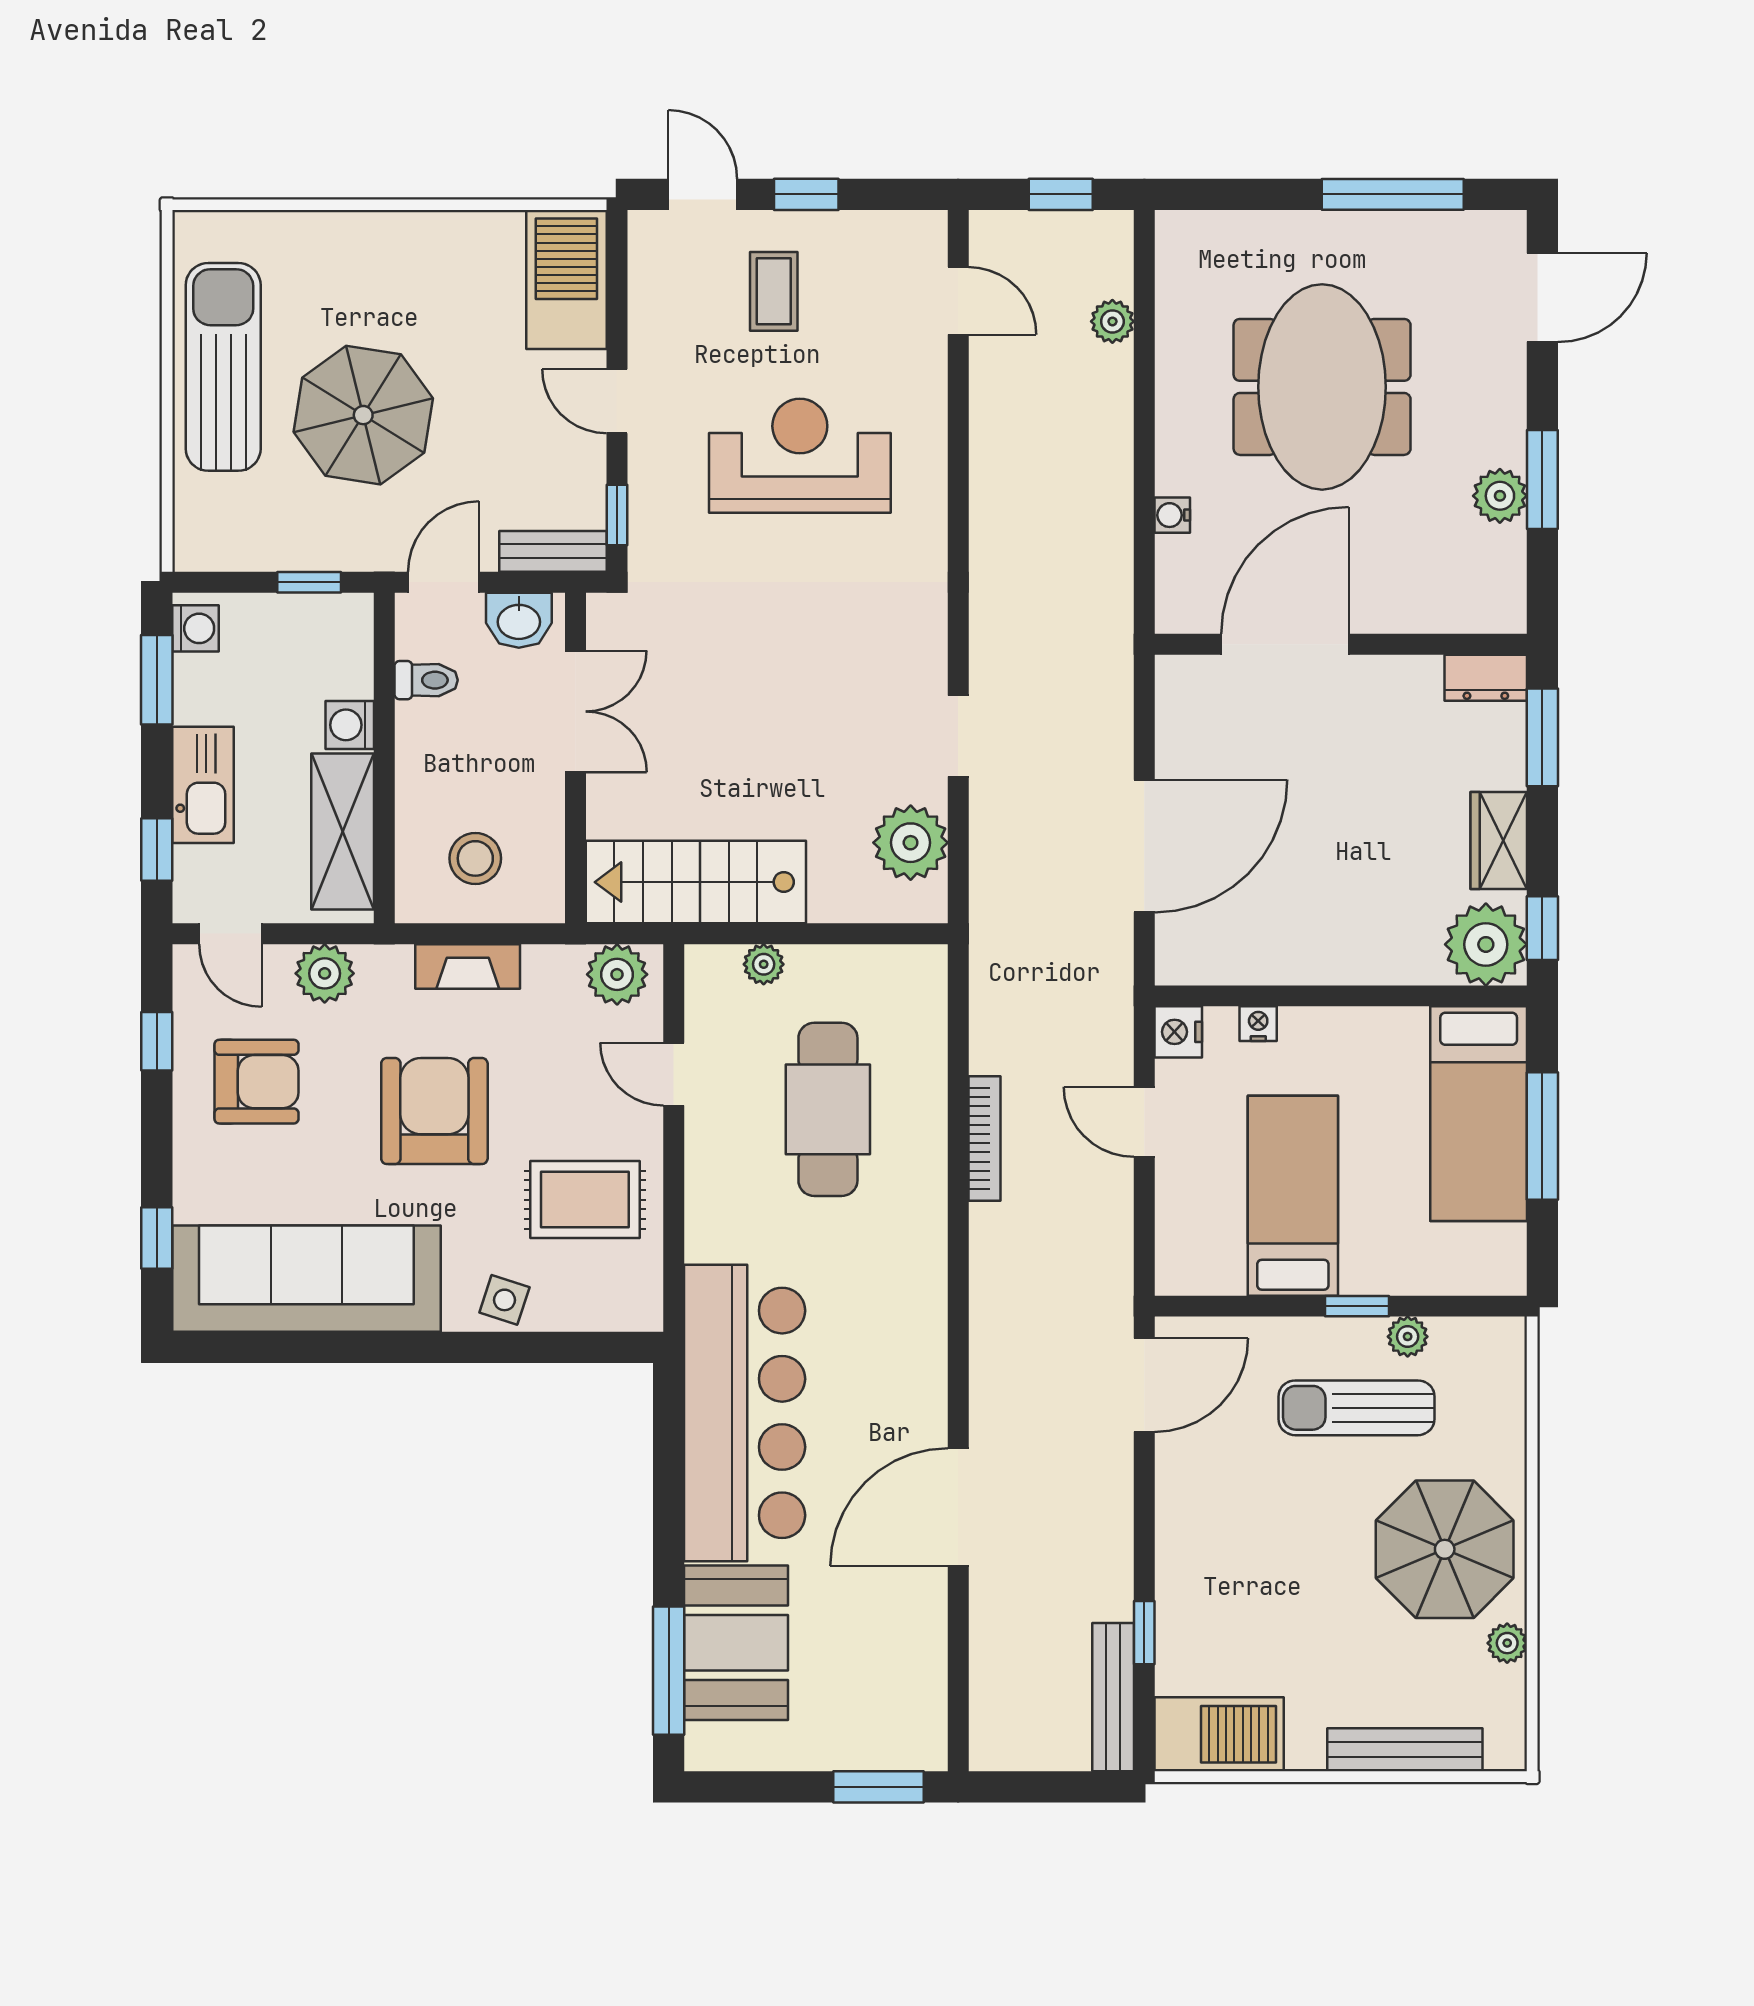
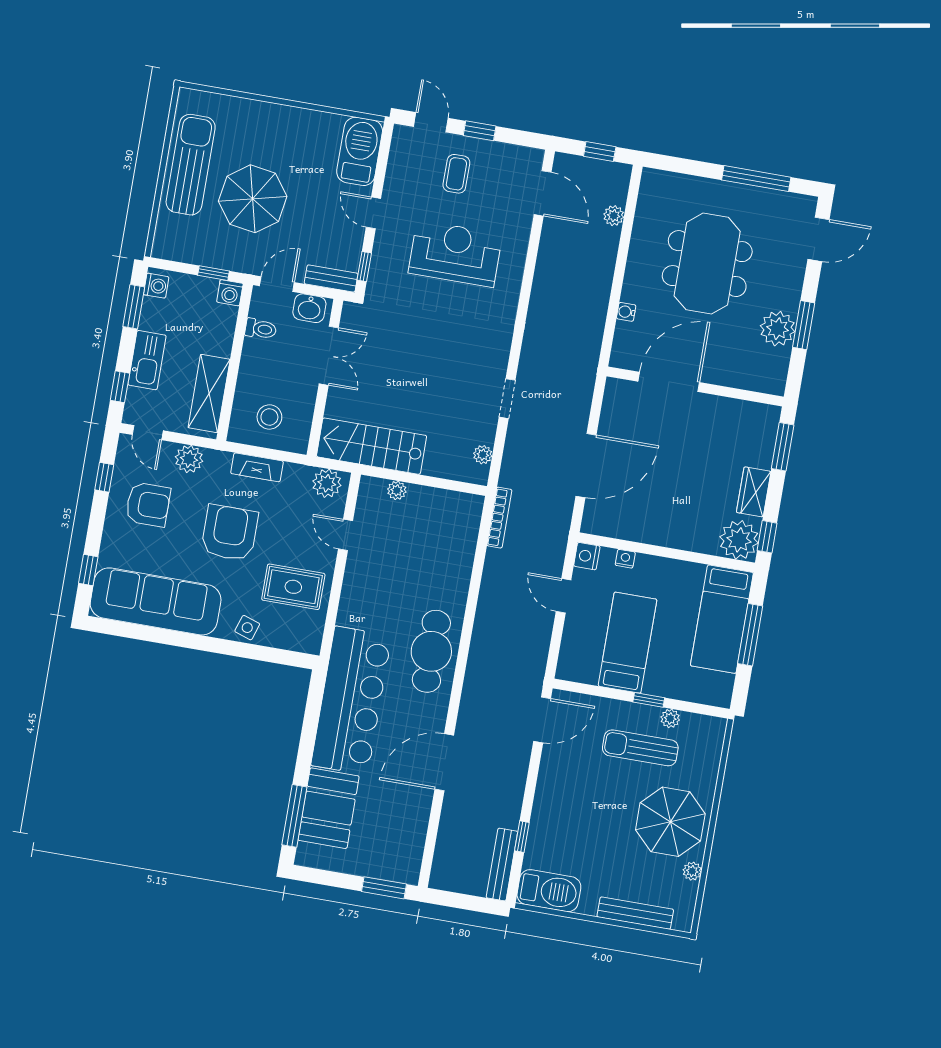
door: (958, 301) -> (543, 193), width x1.38
plant: (1500, 496) -> (778, 329), width x1.36, depth x1.36
dresser: (1486, 678) -> (761, 414), removed
washing machine: (350, 725) -> (230, 293), moved, turned -90
plant: (911, 843) -> (483, 455), width x0.53, depth x0.53
cafe table: (828, 1109) -> (431, 651), moved
bookcase: (985, 1139) -> (499, 518), moved

